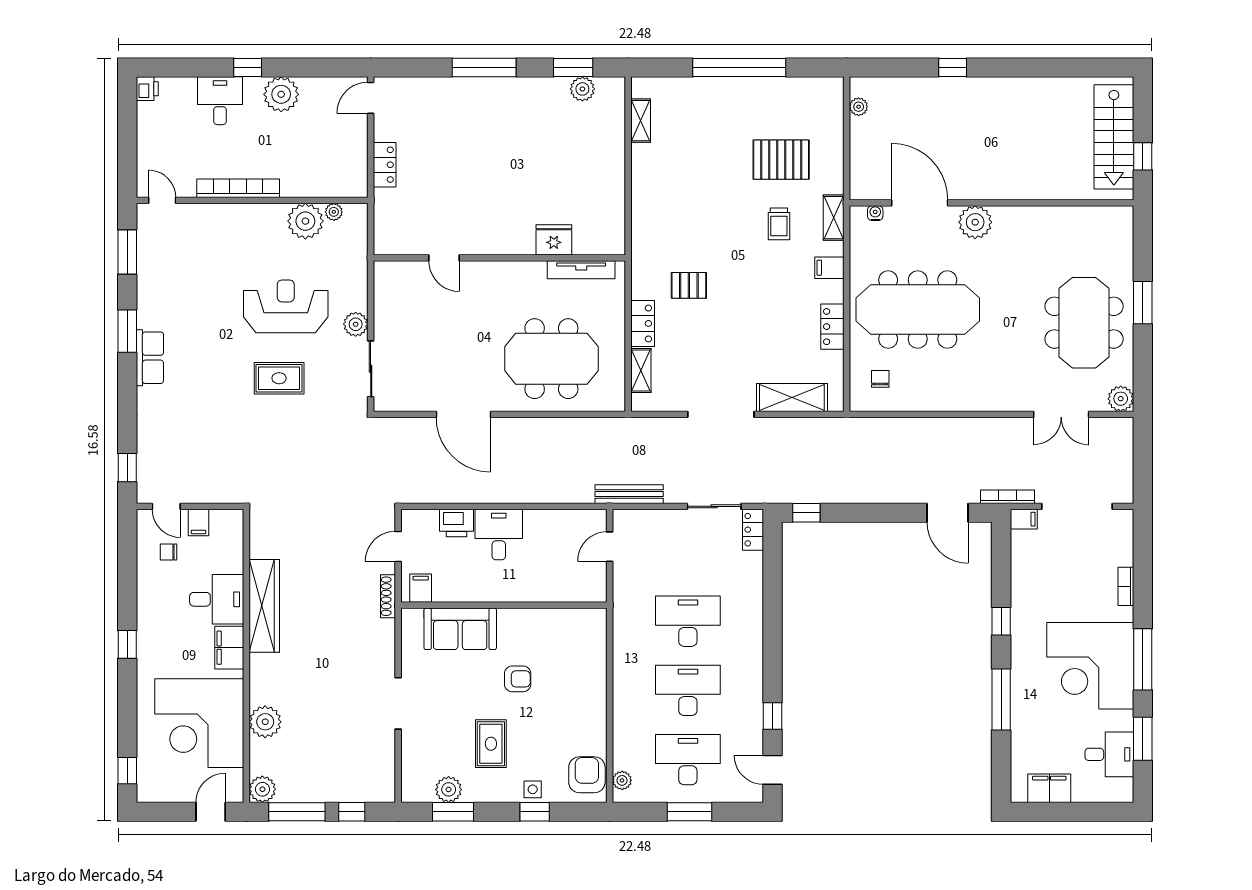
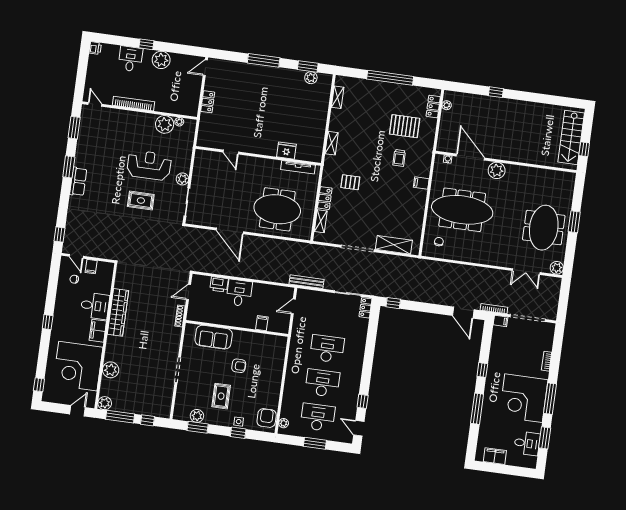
shelving: (834, 218) -> (332, 143), moved
locker: (832, 327) -> (433, 107), moved
filing cabinet: (421, 588) -> (262, 323), moved

